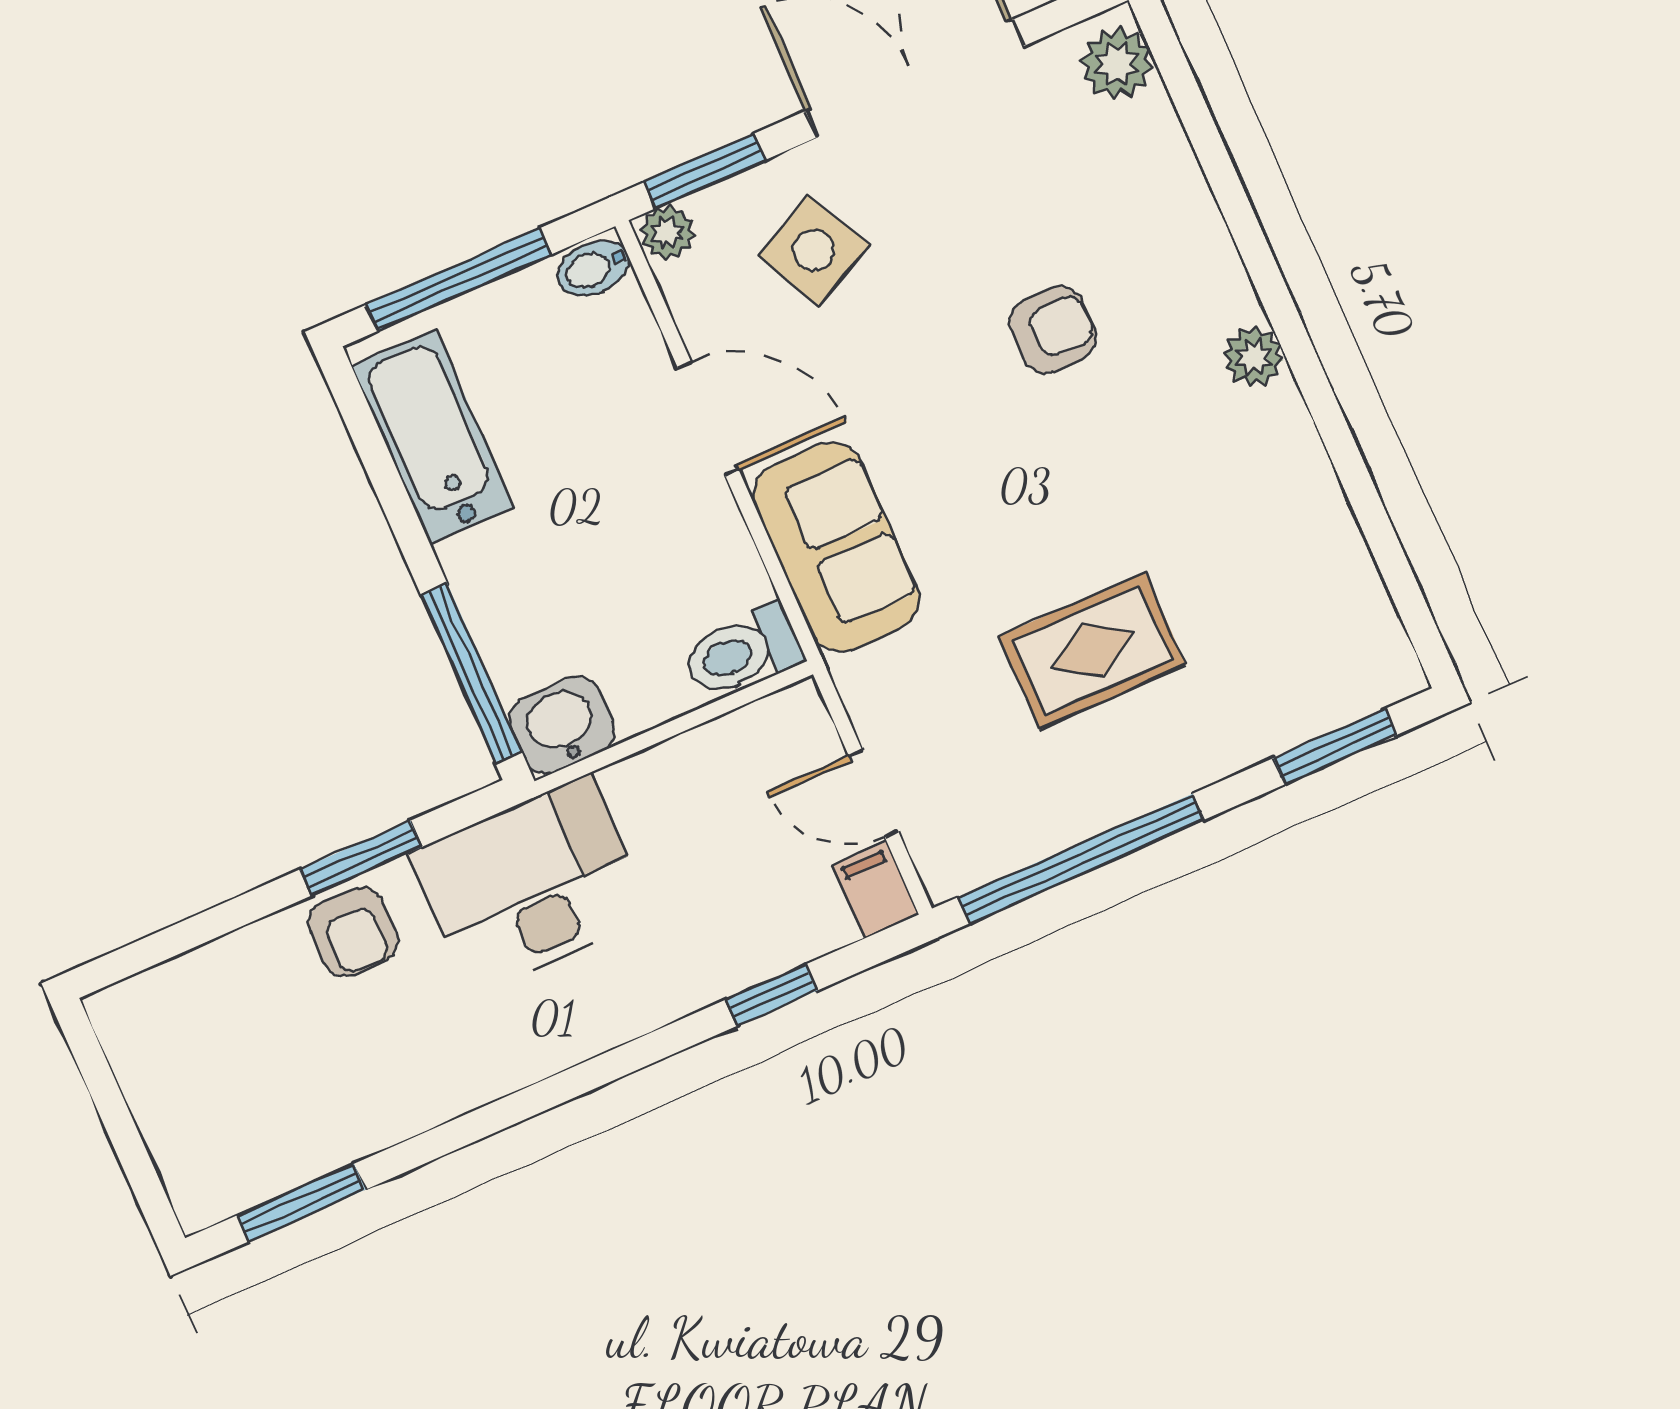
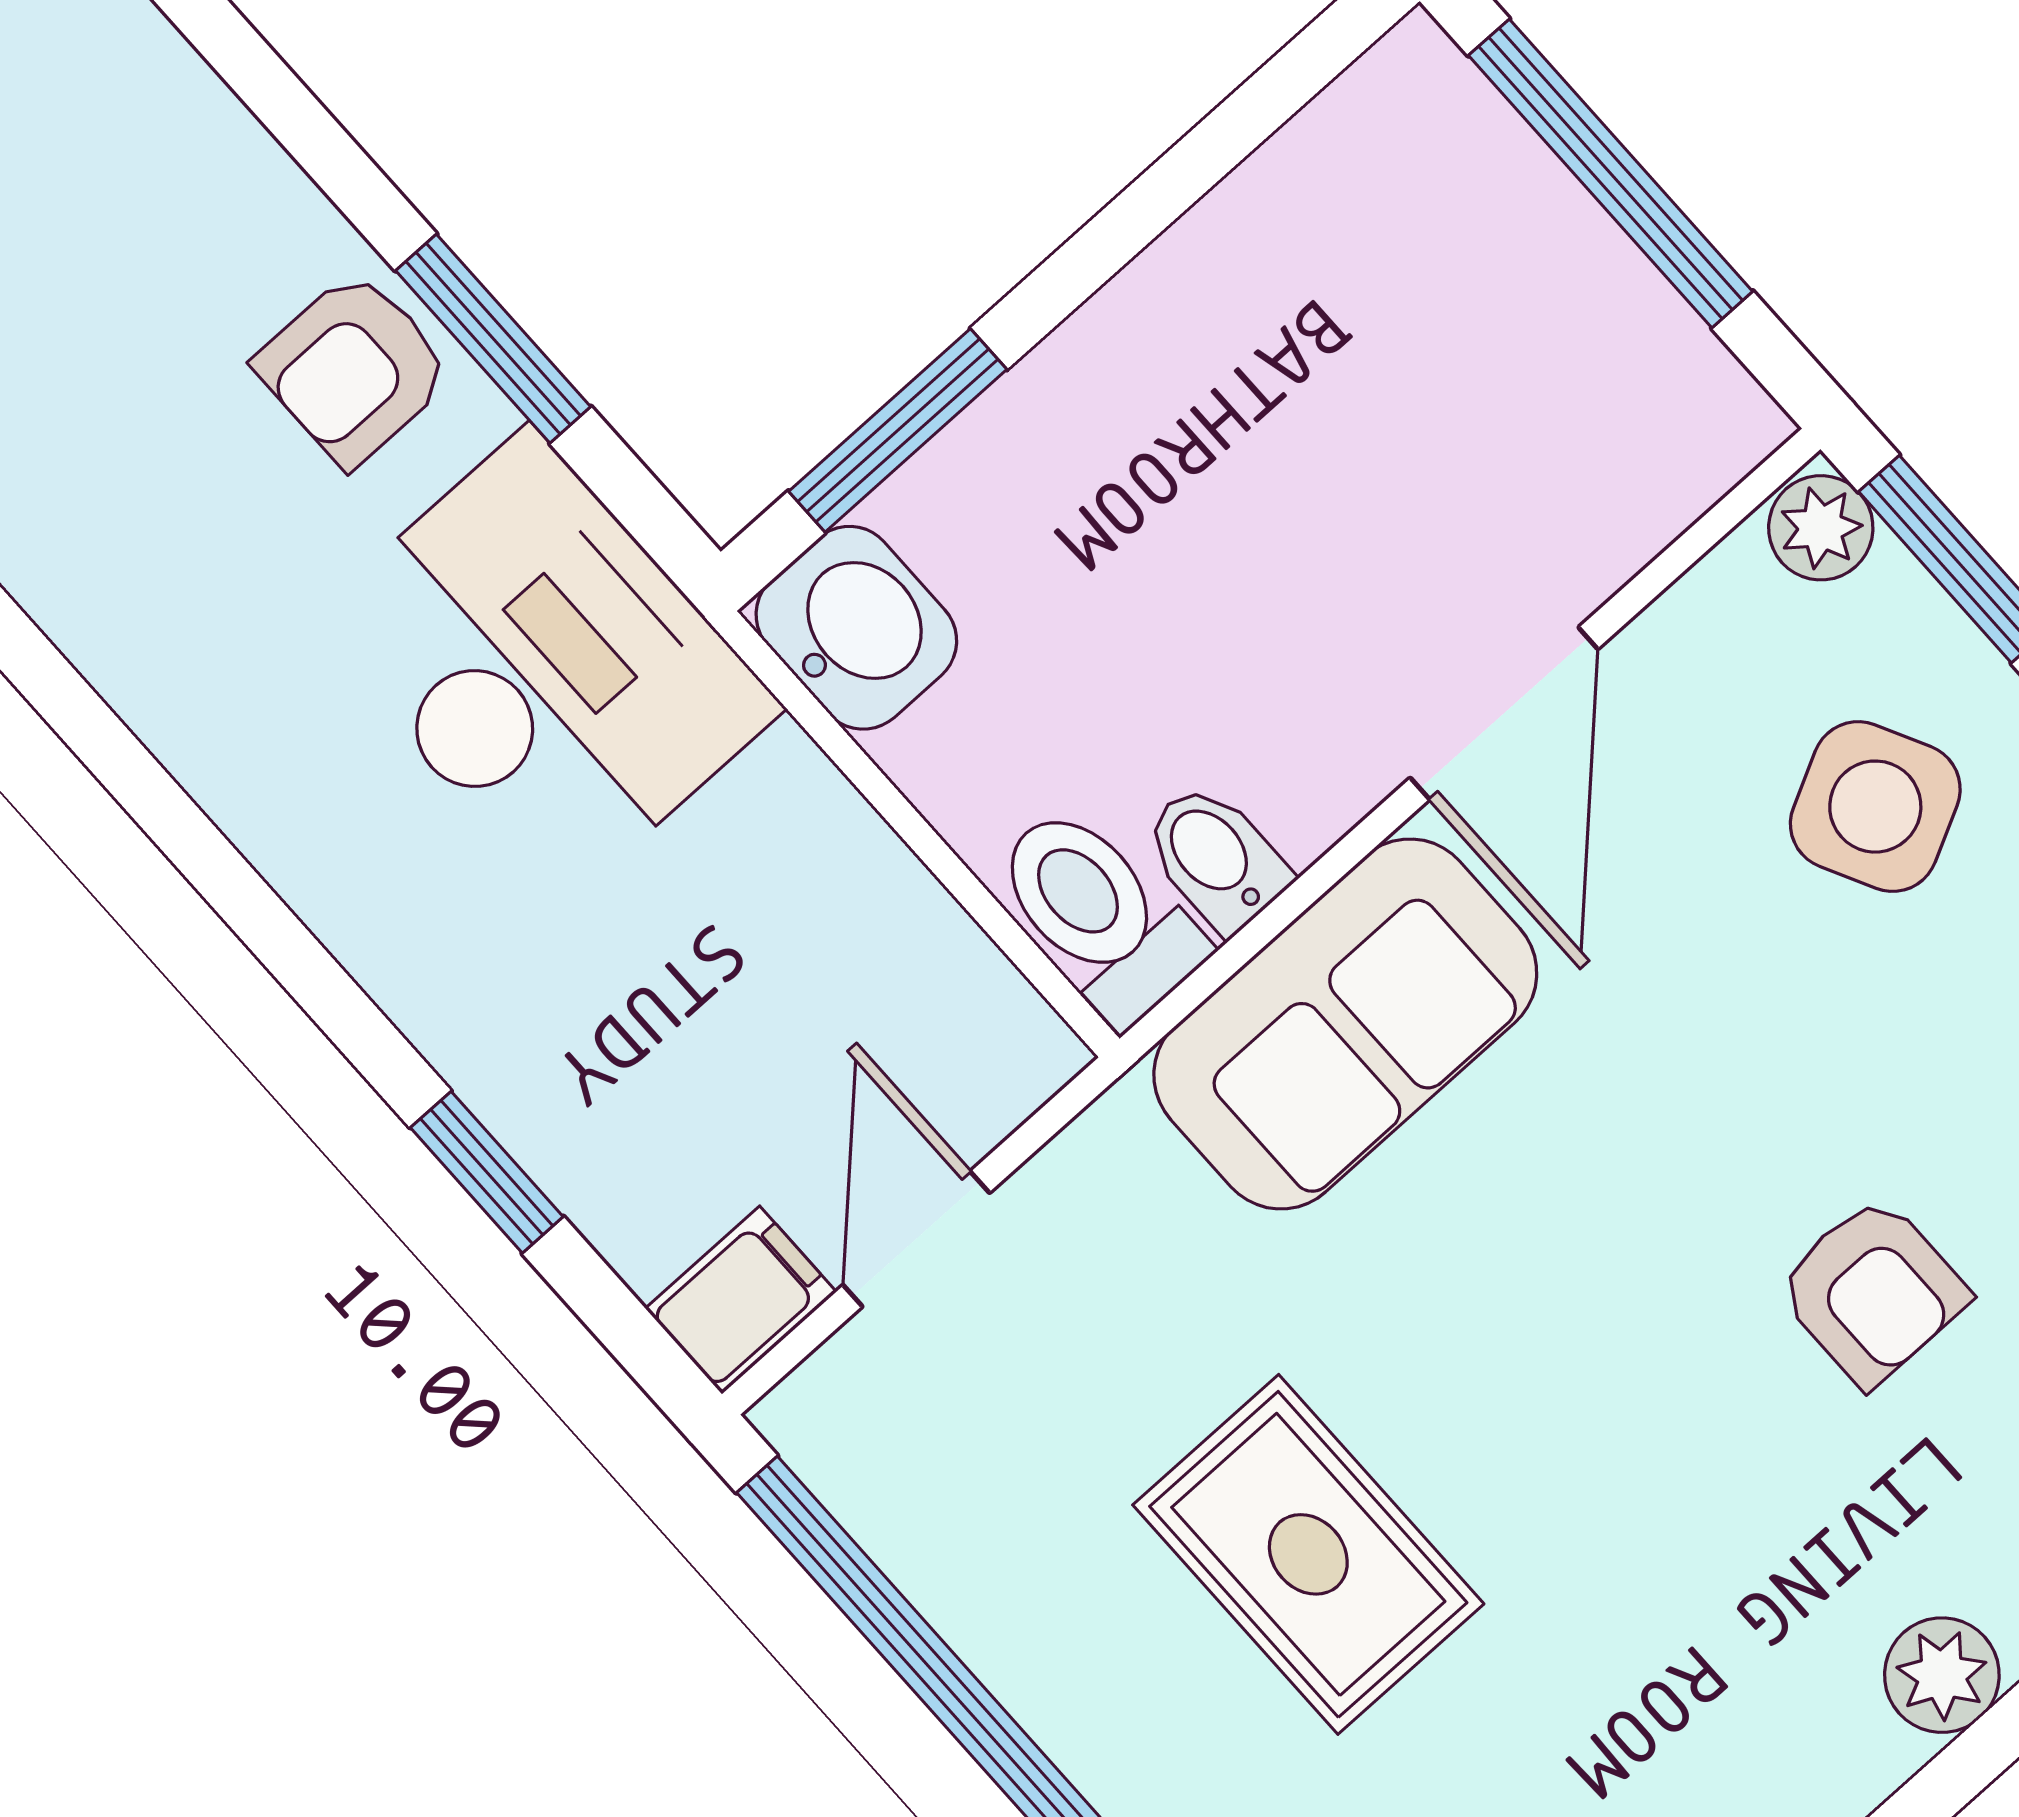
bidet: (593, 268) -> (1216, 857), moved
bathtub: (433, 437) -> (1308, 219), removed
window: (471, 673) -> (898, 430), width x0.69

